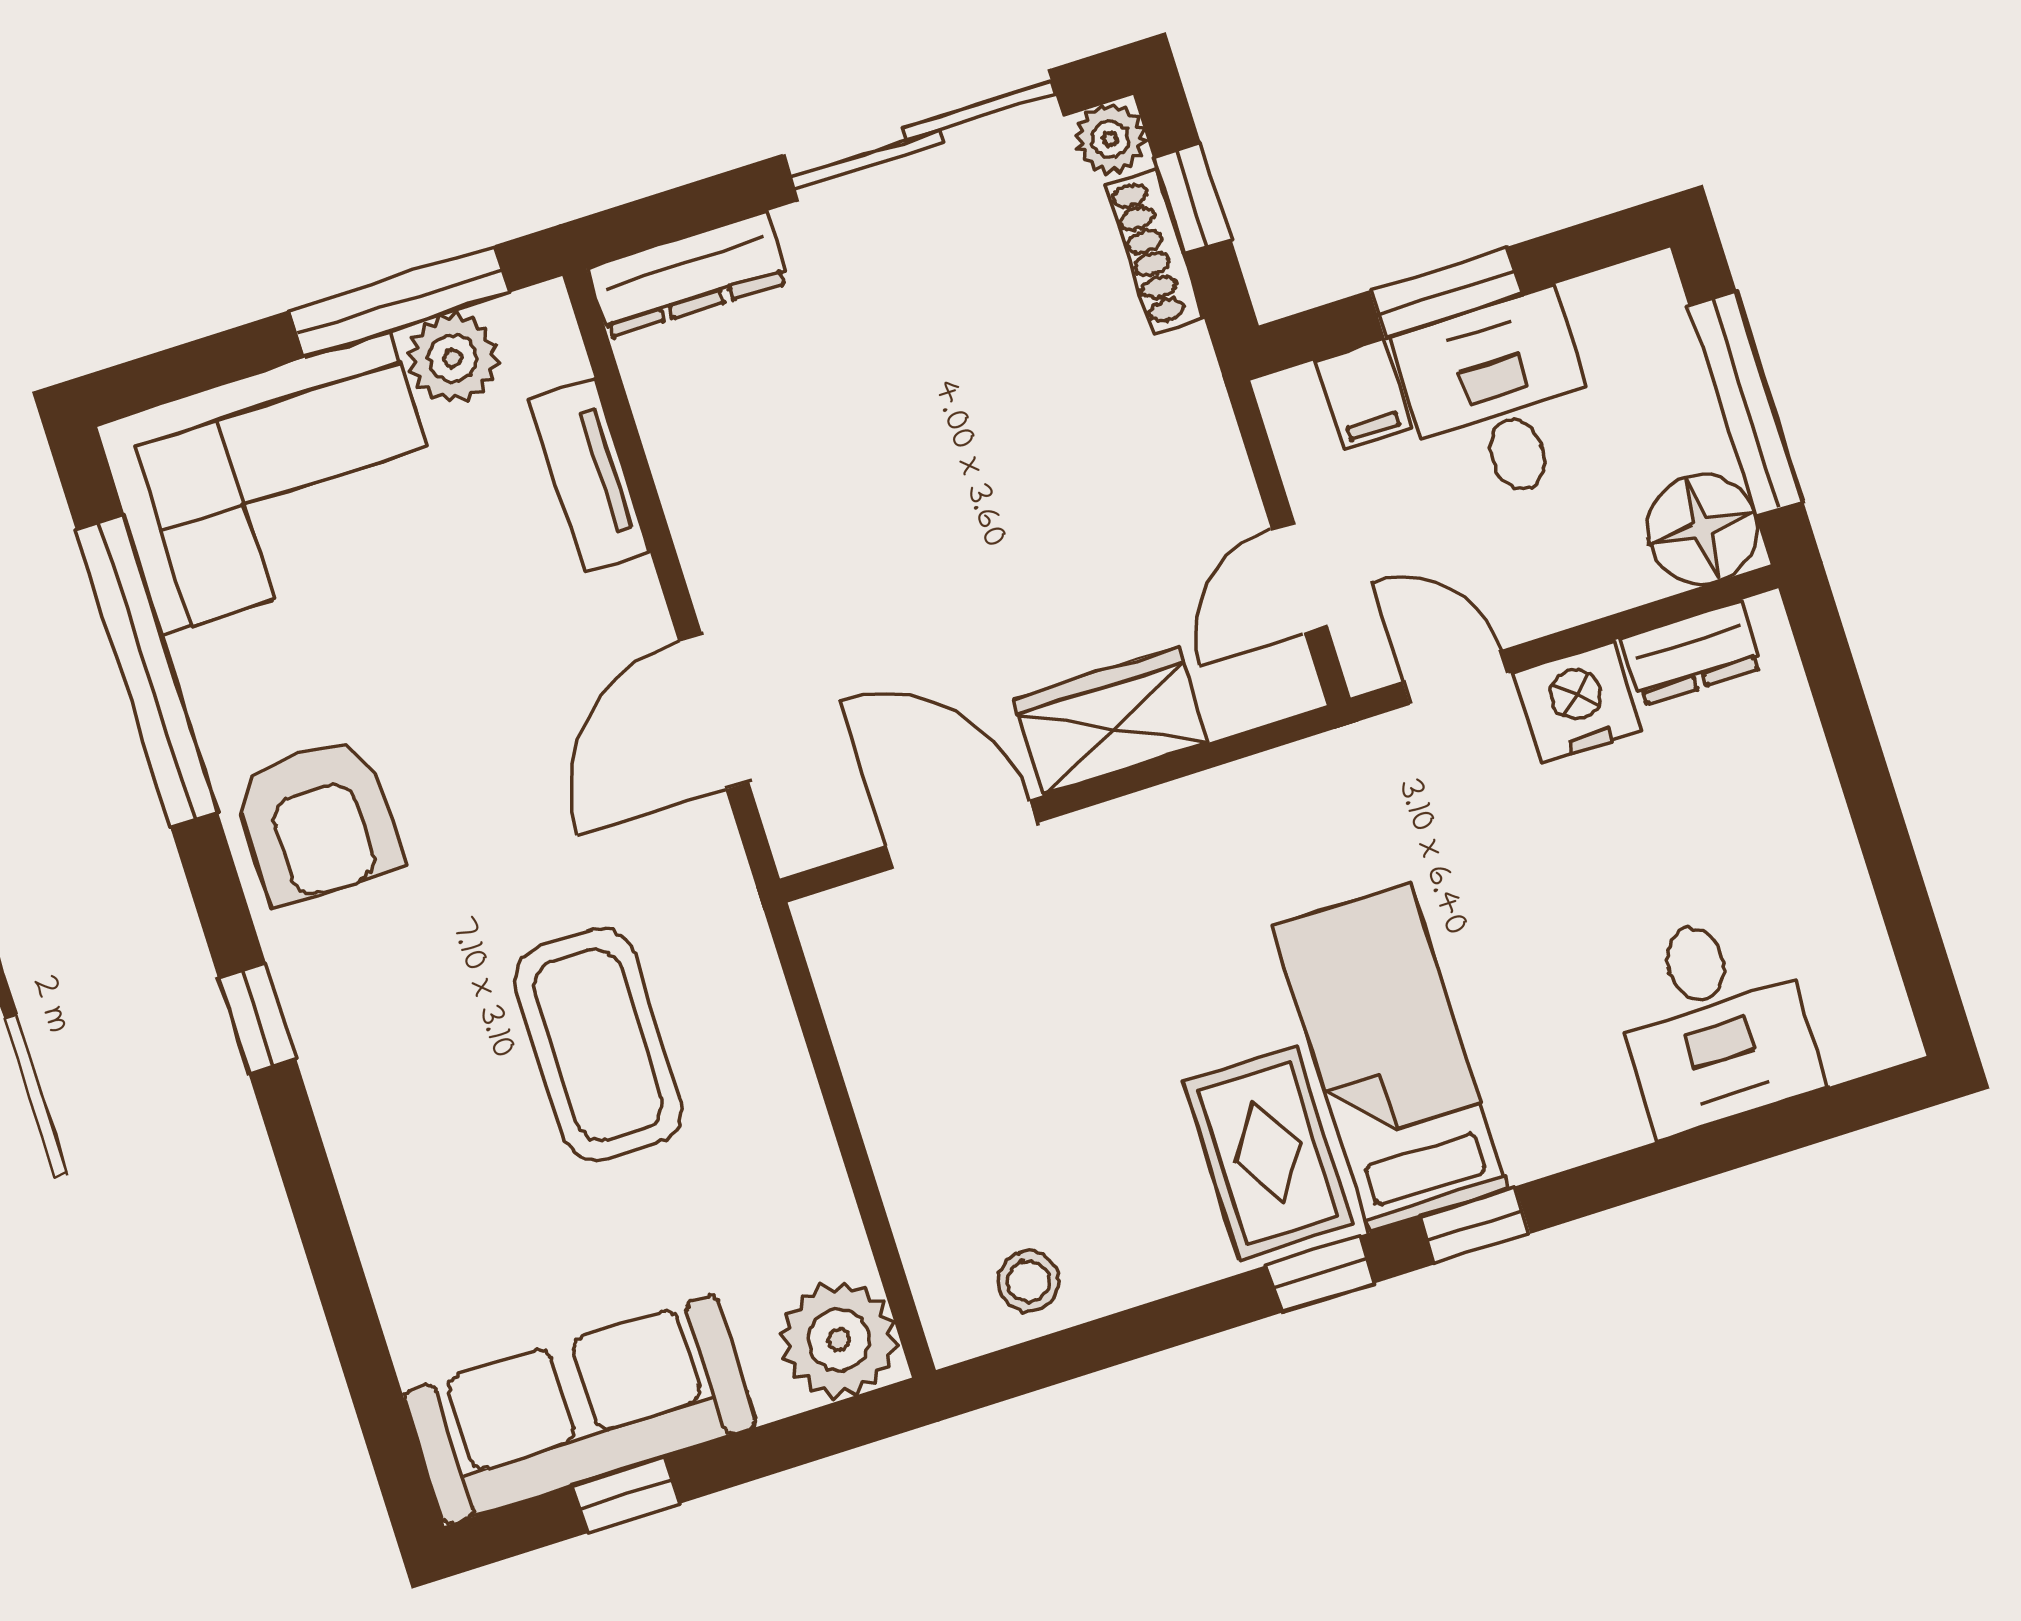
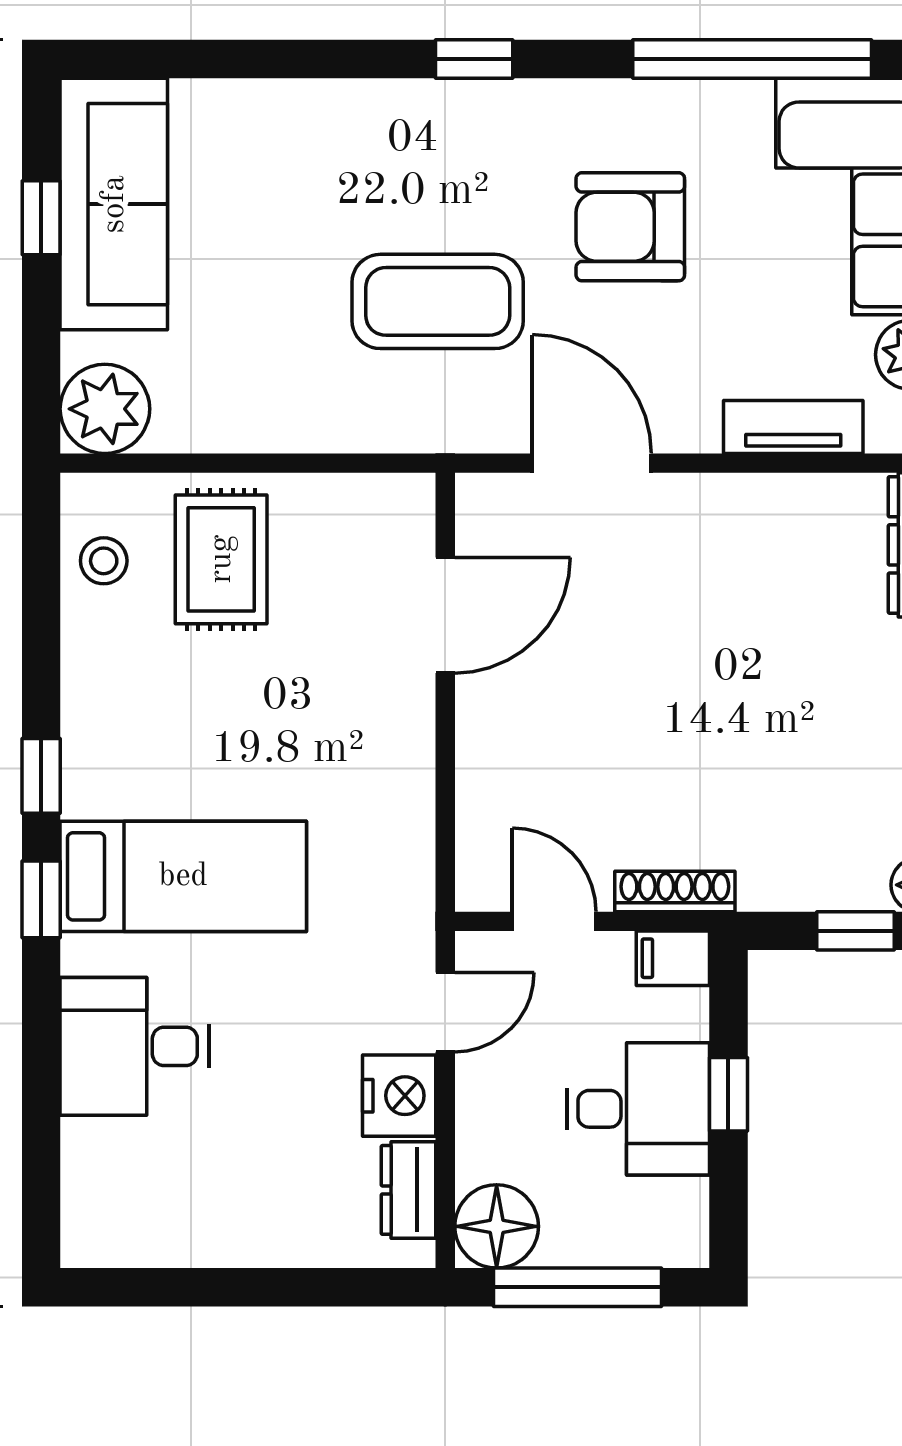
shoe rack: (1155, 251) -> (675, 891), moved
window: (1446, 292) -> (728, 1094), width x0.67
filing cabinet: (1363, 395) -> (673, 958), moved
wardrobe: (1111, 721) -> (493, 751), removed
armchair: (318, 821) -> (630, 227), moved
desk: (1713, 1021) -> (135, 1046), moved
coffee table: (598, 1045) -> (438, 301), moved
rug: (1268, 1153) -> (221, 559), moved, turned 90

